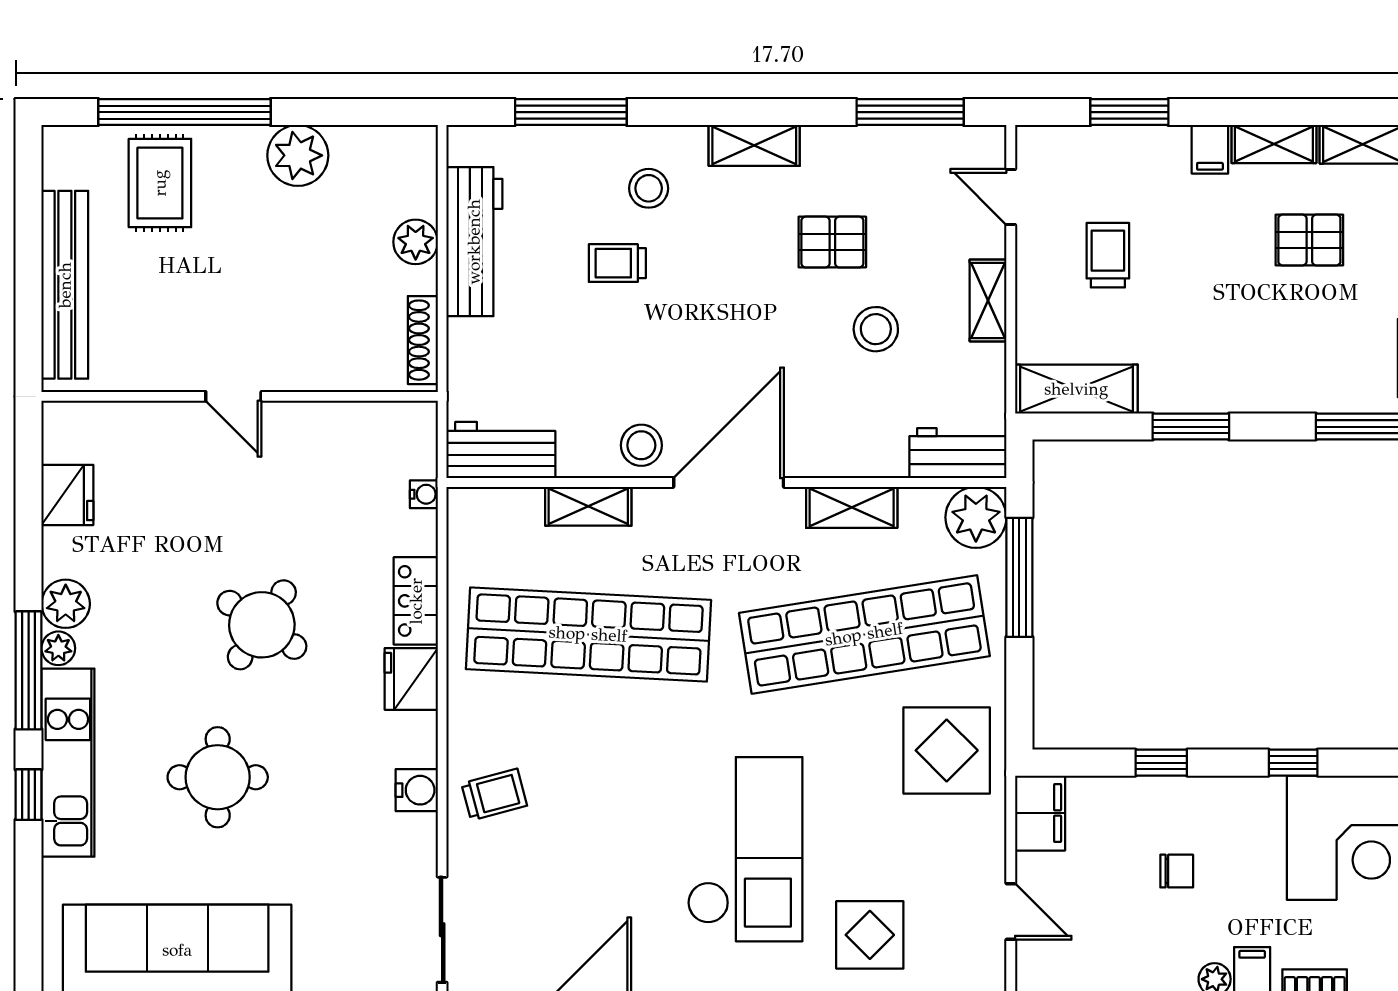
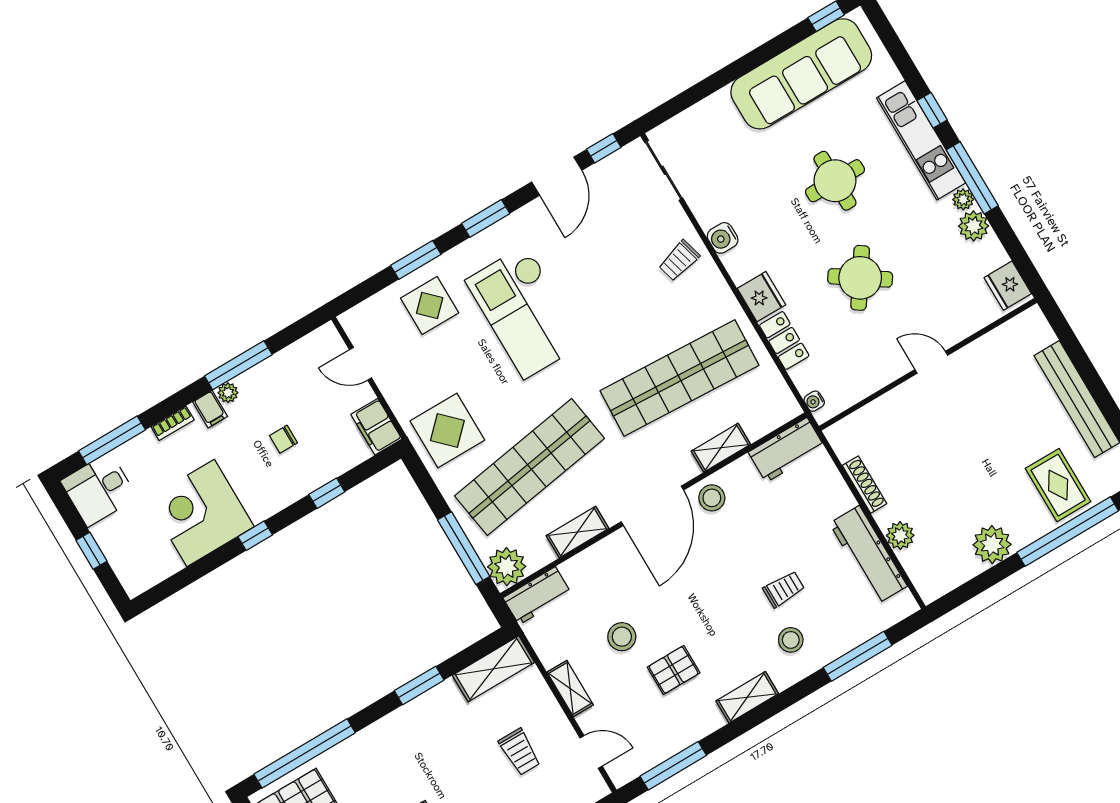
door: (233, 396) -> (931, 362), moved
wall: (240, 396) -> (928, 364), moved

